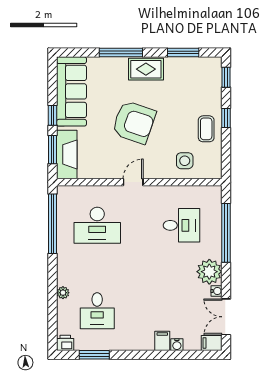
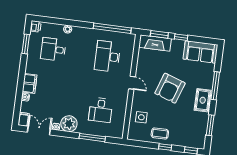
sofa: (72, 91) -> (200, 52), width x0.73
window: (226, 233) -> (92, 138), width x0.68
filing cabinet: (162, 341) -> (30, 84), width x2.00

